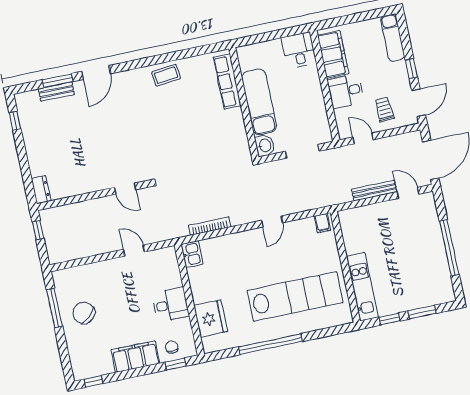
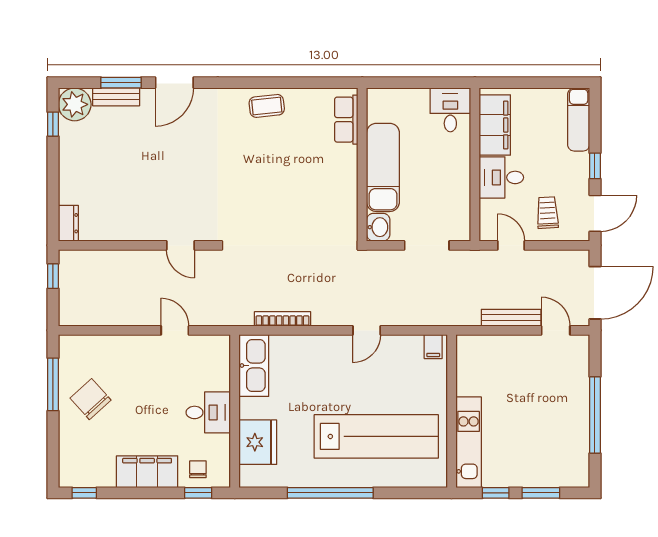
row of seats: (227, 81) -> (346, 120), width x0.68
plant: (28, 103) -> (75, 104), added
kitchen sink: (192, 254) -> (254, 366), width x1.88, depth x1.24

